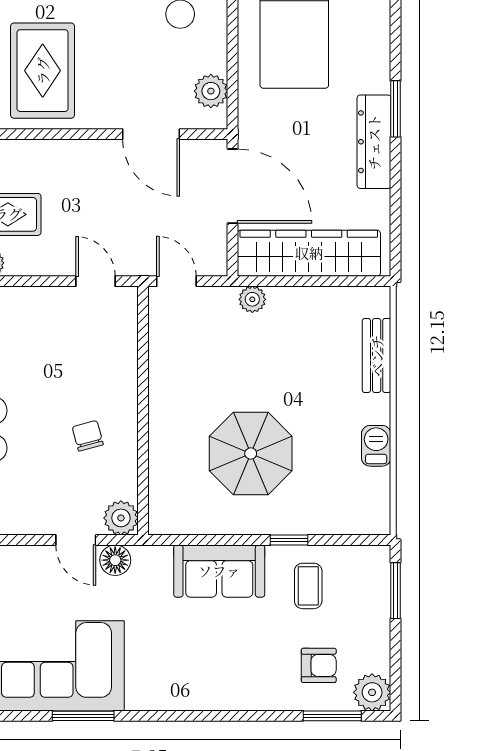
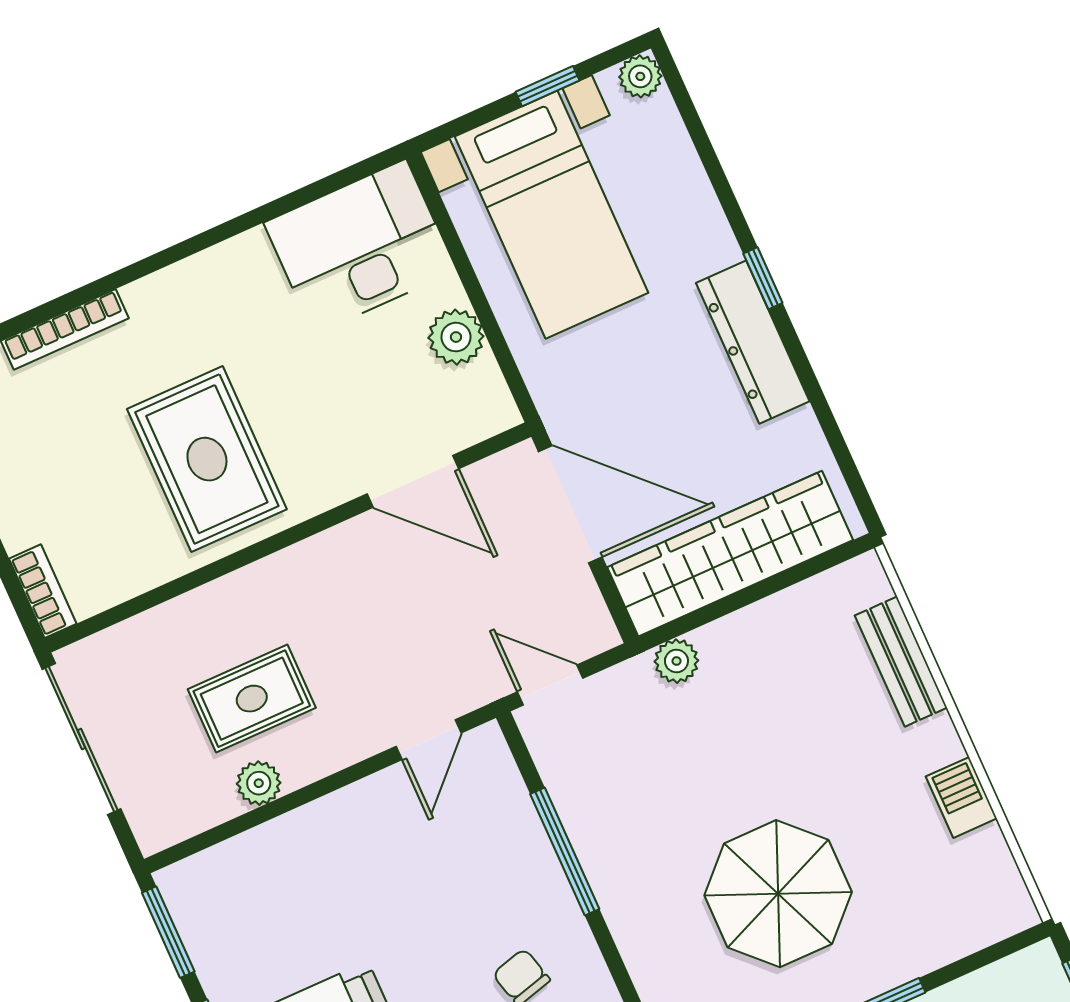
plant: (211, 91) -> (456, 337), moved
window: (396, 109) -> (763, 278), width x0.67
door: (95, 281) -> (429, 740), swing flipped
window: (143, 377) -> (565, 852), added

